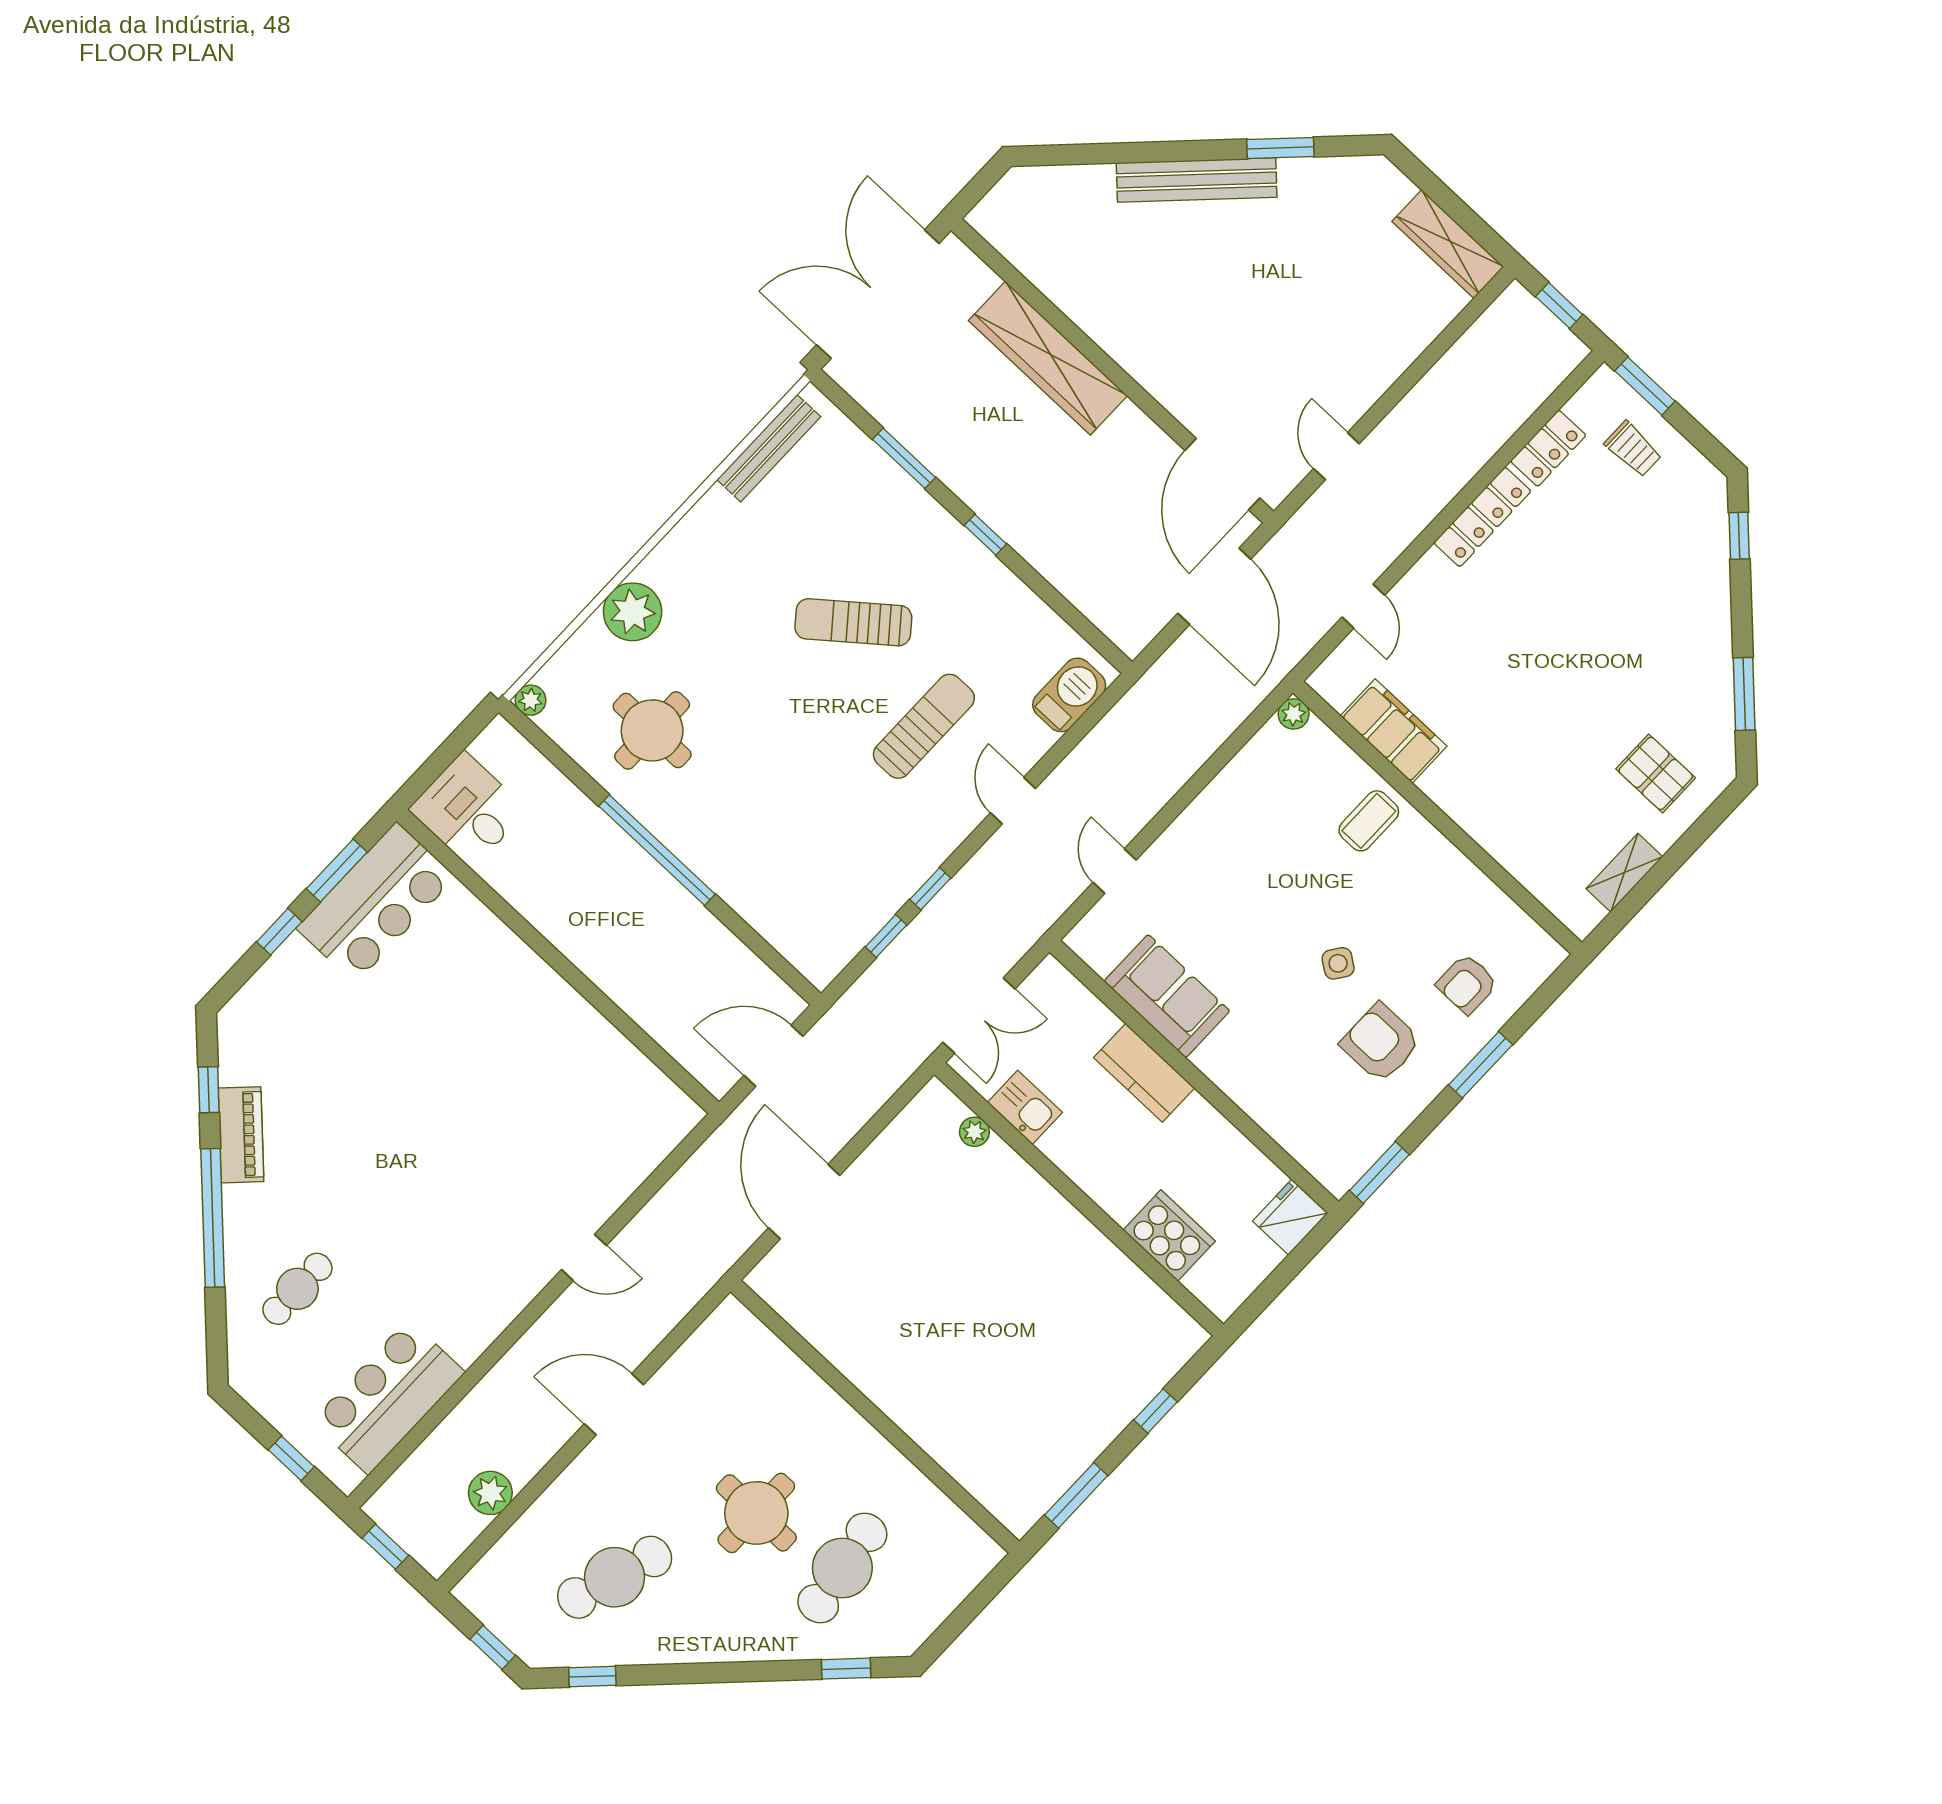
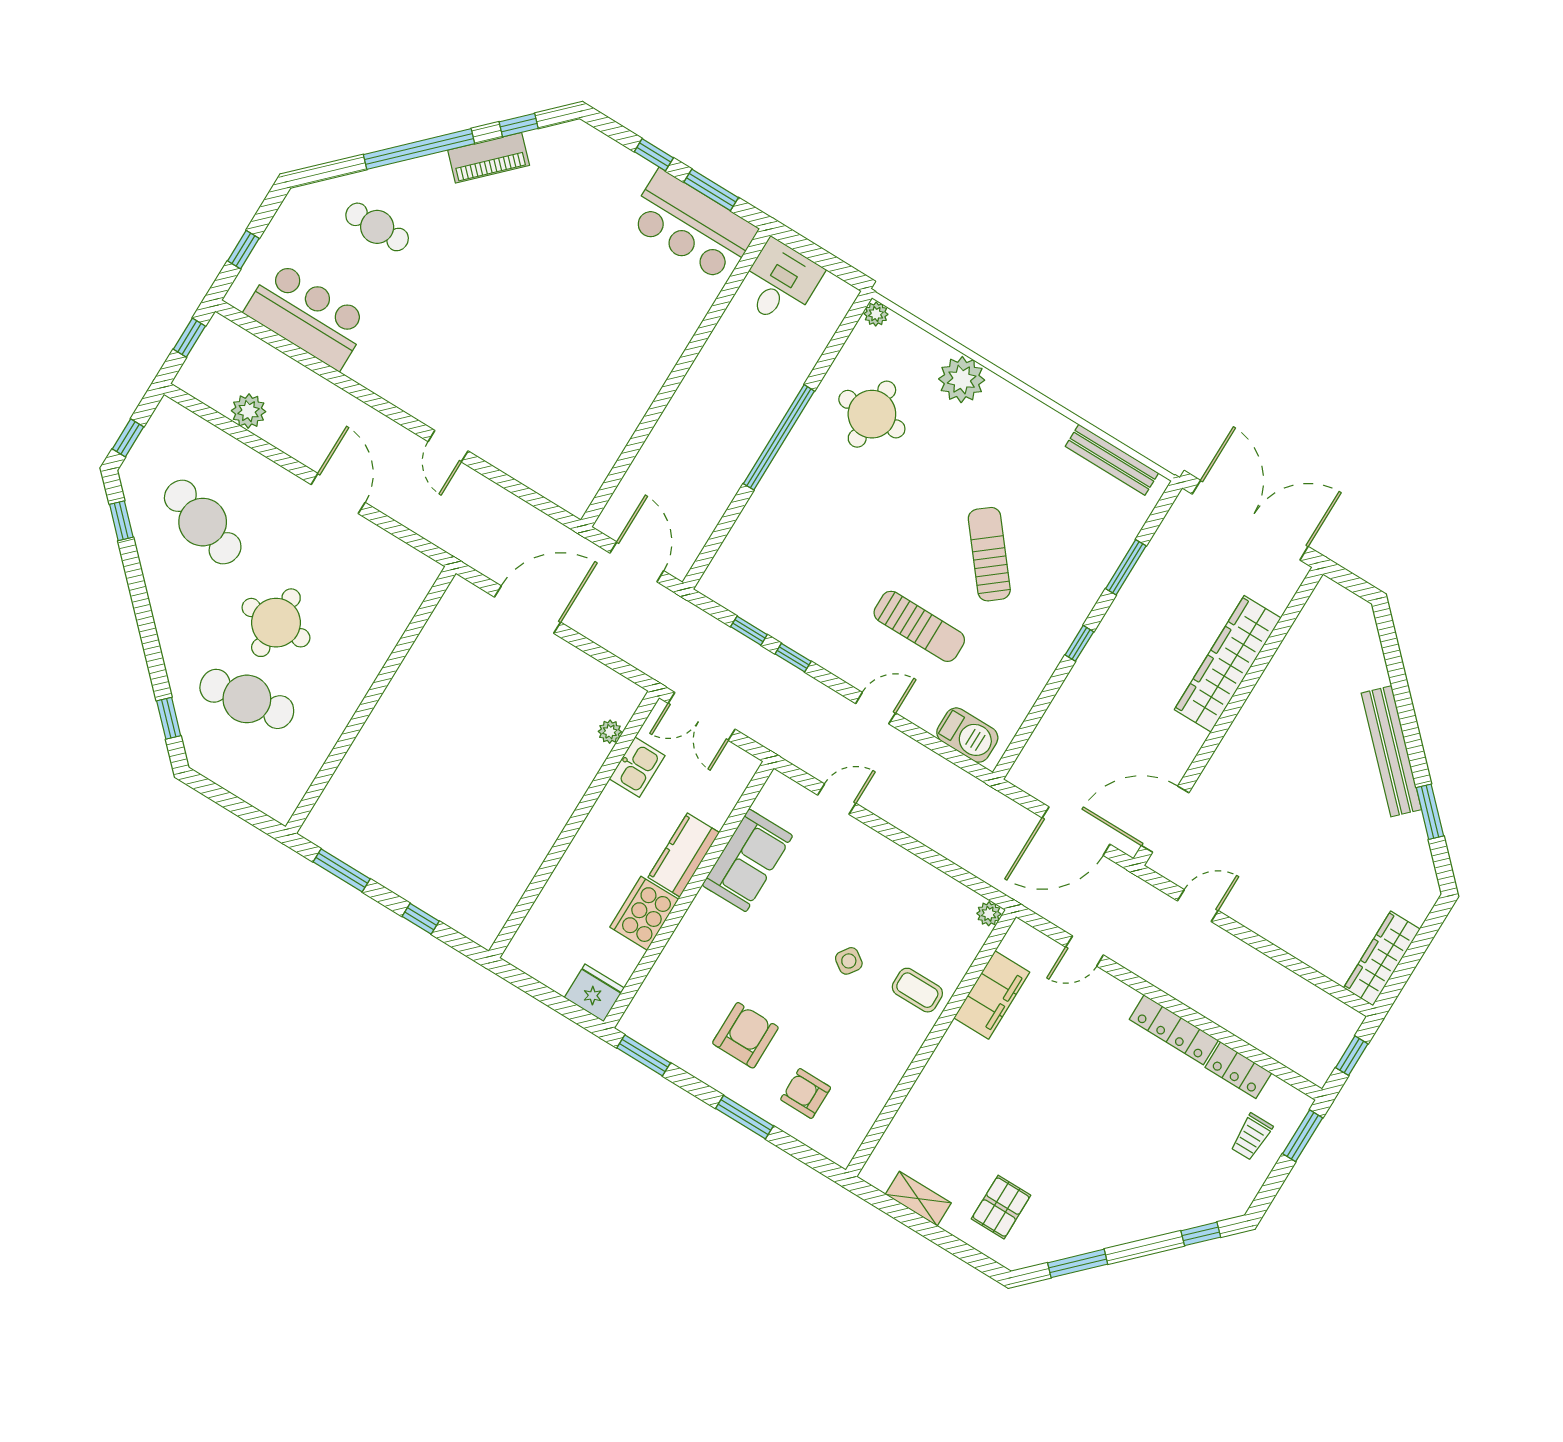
side table: (1338, 963) -> (849, 961), moved
cooker: (1169, 1236) -> (644, 913), moved, turned 180

